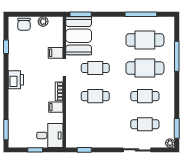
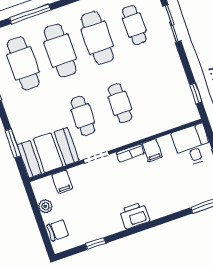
window: (81, 14) -> (13, 143), moved
filing cabinet: (56, 53) -> (62, 182), moved
cafe table: (145, 96) -> (97, 38), width x1.37, depth x1.35

